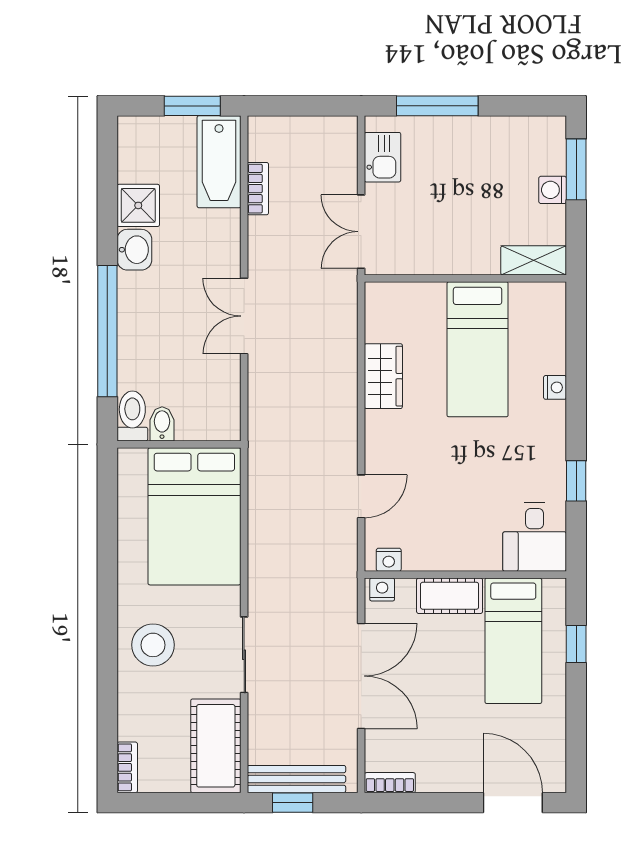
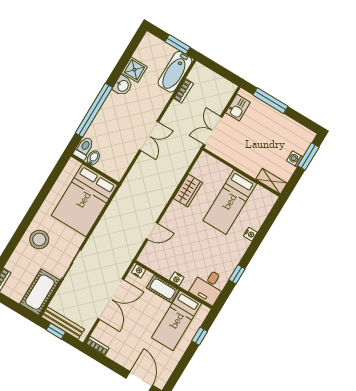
double door: (244, 316) -> (149, 136), swing flipped
nightstand: (389, 560) -> (177, 279), moved

